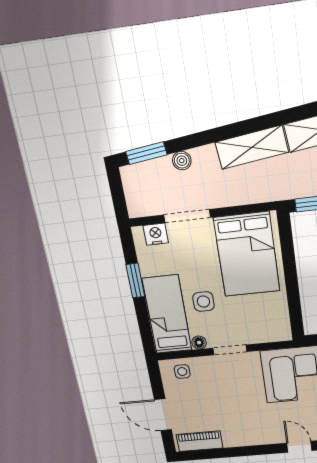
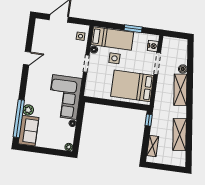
shelving: (252, 147) -> (180, 90), moved
window: (146, 153) -> (190, 54), removed
piano: (200, 441) -> (39, 33), removed
door: (299, 447) -> (27, 58), moved

